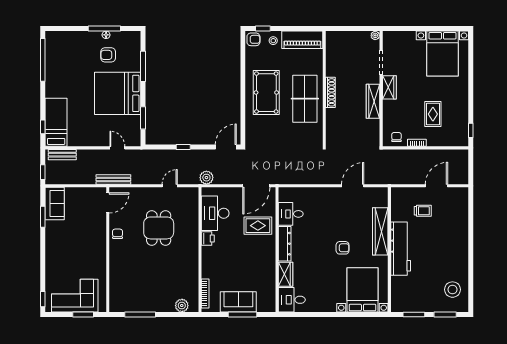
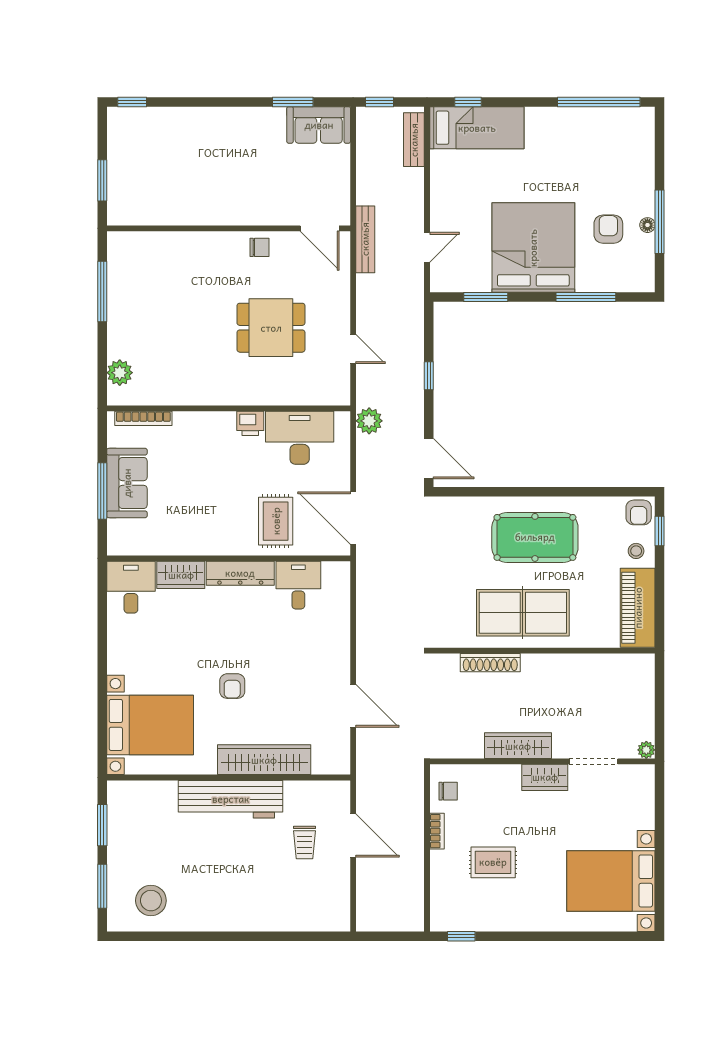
shoe rack: (330, 92) -> (490, 663), moved
door: (436, 186) -> (353, 836), moved
corner sofa: (75, 296) -> (139, 164), removed

